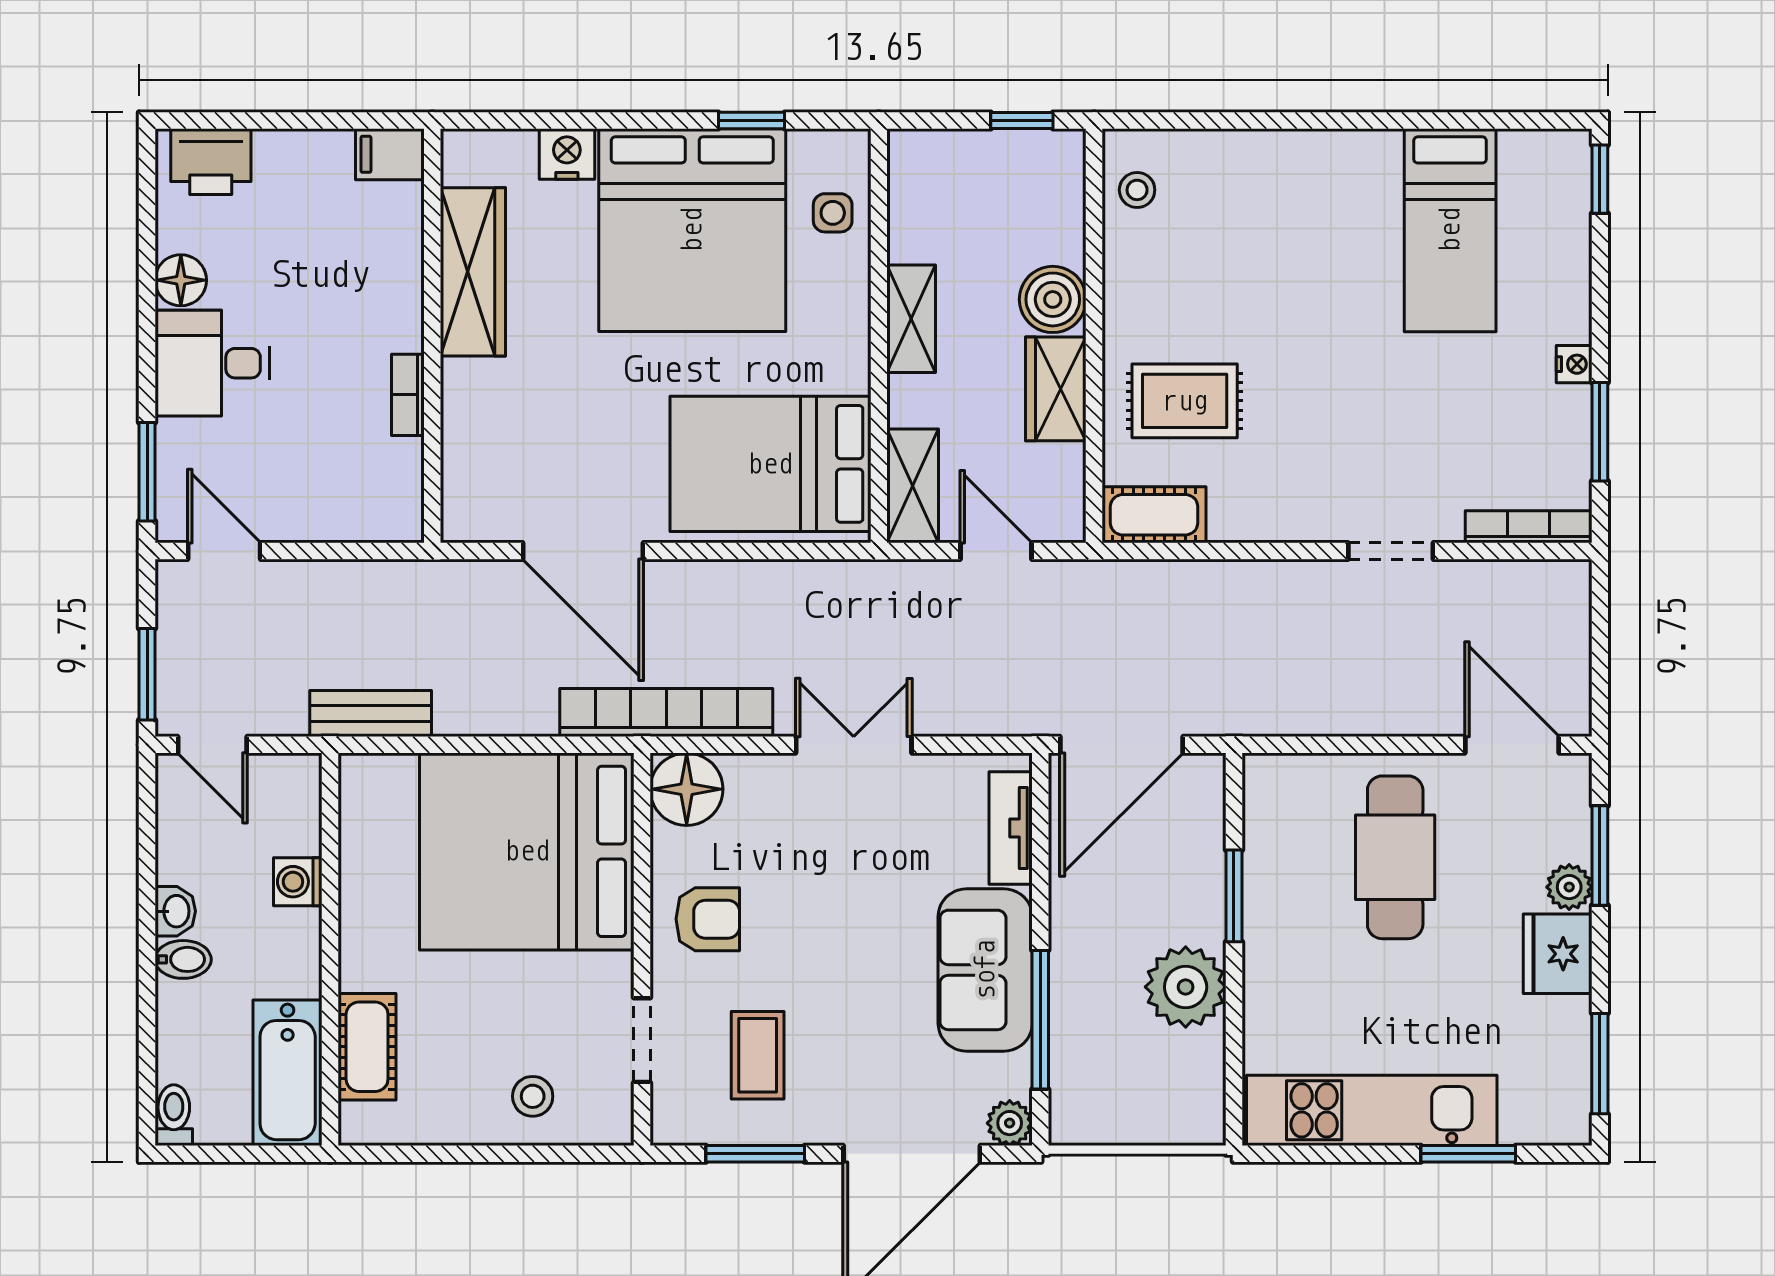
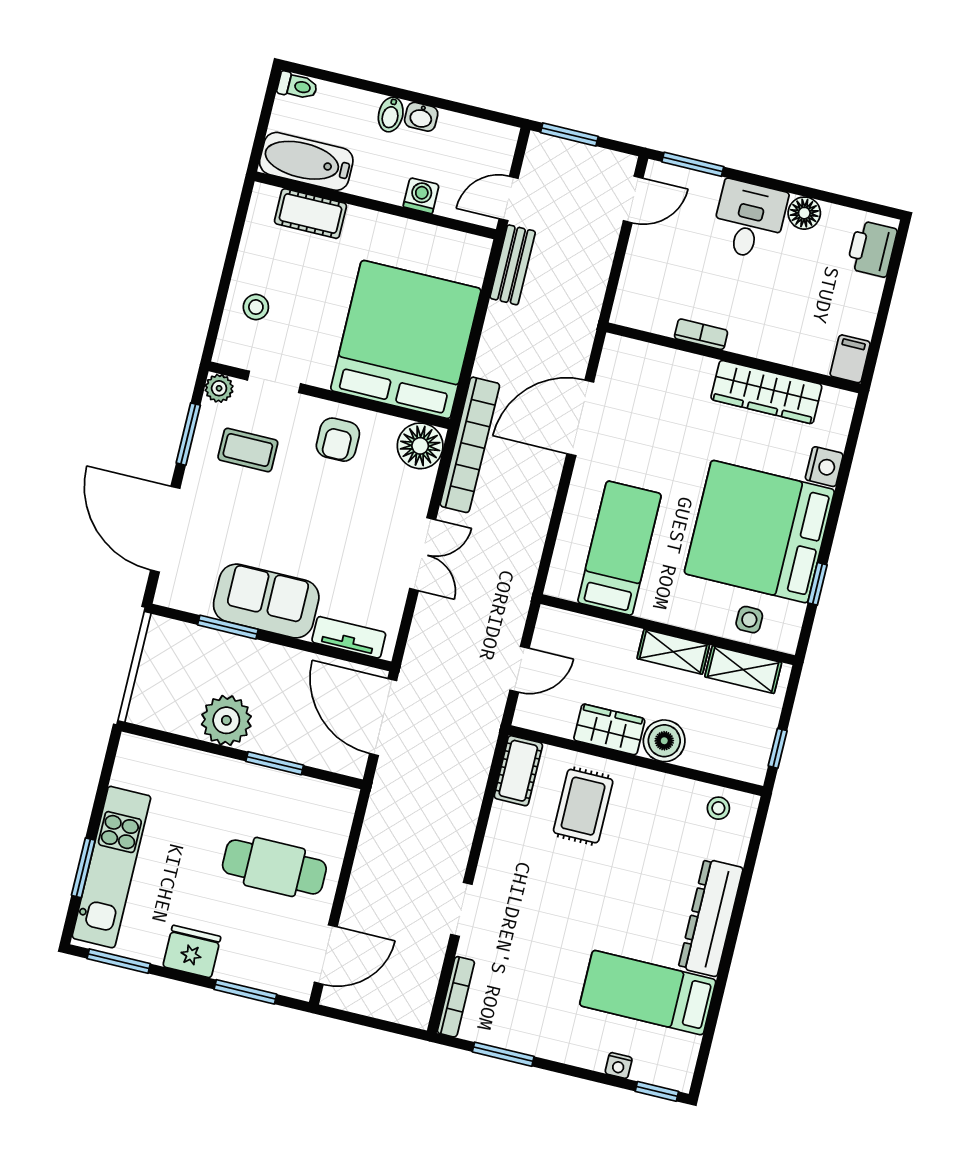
dresser: (1310, 161) -> (711, 918), added
nightstand: (1574, 364) -> (619, 1065), moved
bed: (770, 464) -> (619, 548), width x0.67
shelving: (913, 486) -> (743, 670), moved
door: (212, 745) -> (509, 198), moved
plant: (1569, 887) -> (231, 968), removed
window: (1040, 1020) -> (228, 627), width x0.69
kitchen unit: (1372, 1110) -> (111, 867), moved
plant: (1010, 1123) -> (219, 388), moved

